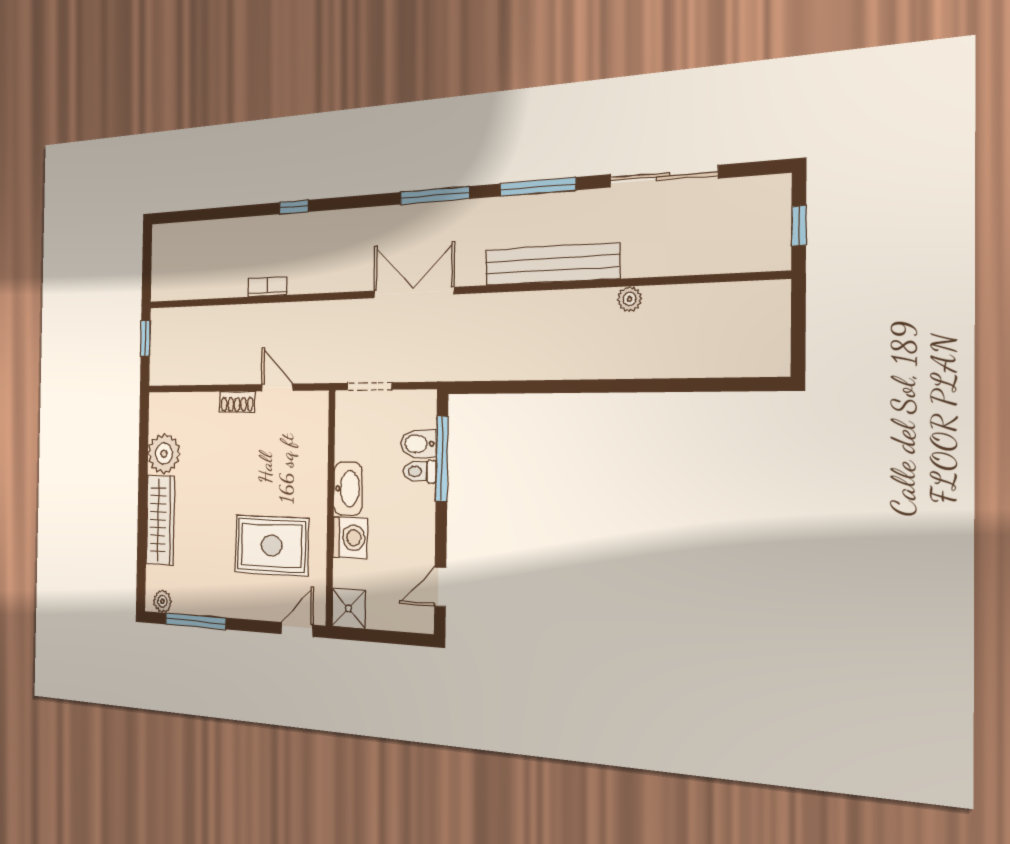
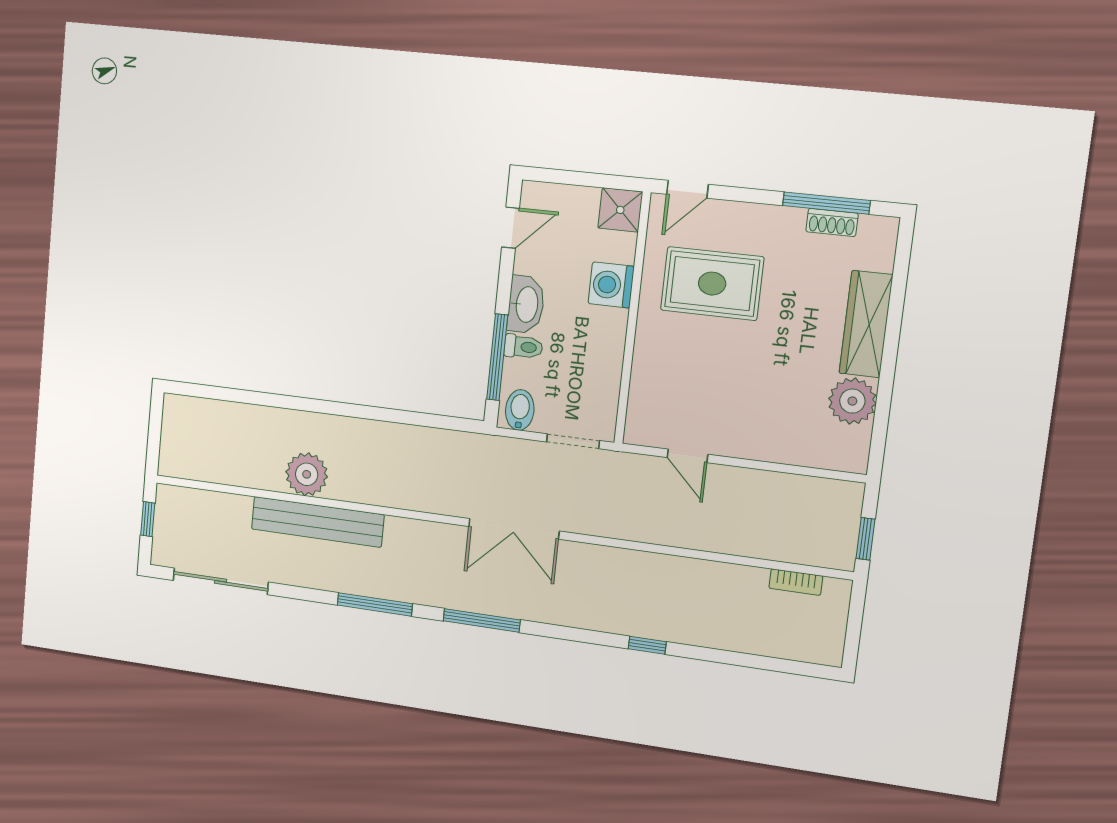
sliding door: (663, 176) -> (221, 581), moved
bench: (552, 264) -> (317, 522), moved
bookcase: (267, 287) -> (796, 582), moved
plant: (629, 299) -> (307, 474), width x1.88, depth x1.88
shoe rack: (237, 402) -> (832, 222), moved, turned 180
bidet: (418, 444) -> (520, 410), moved, turned -90
washbasin: (348, 489) -> (526, 304), moved, turned 180
plant: (162, 601) -> (873, 228), removed

